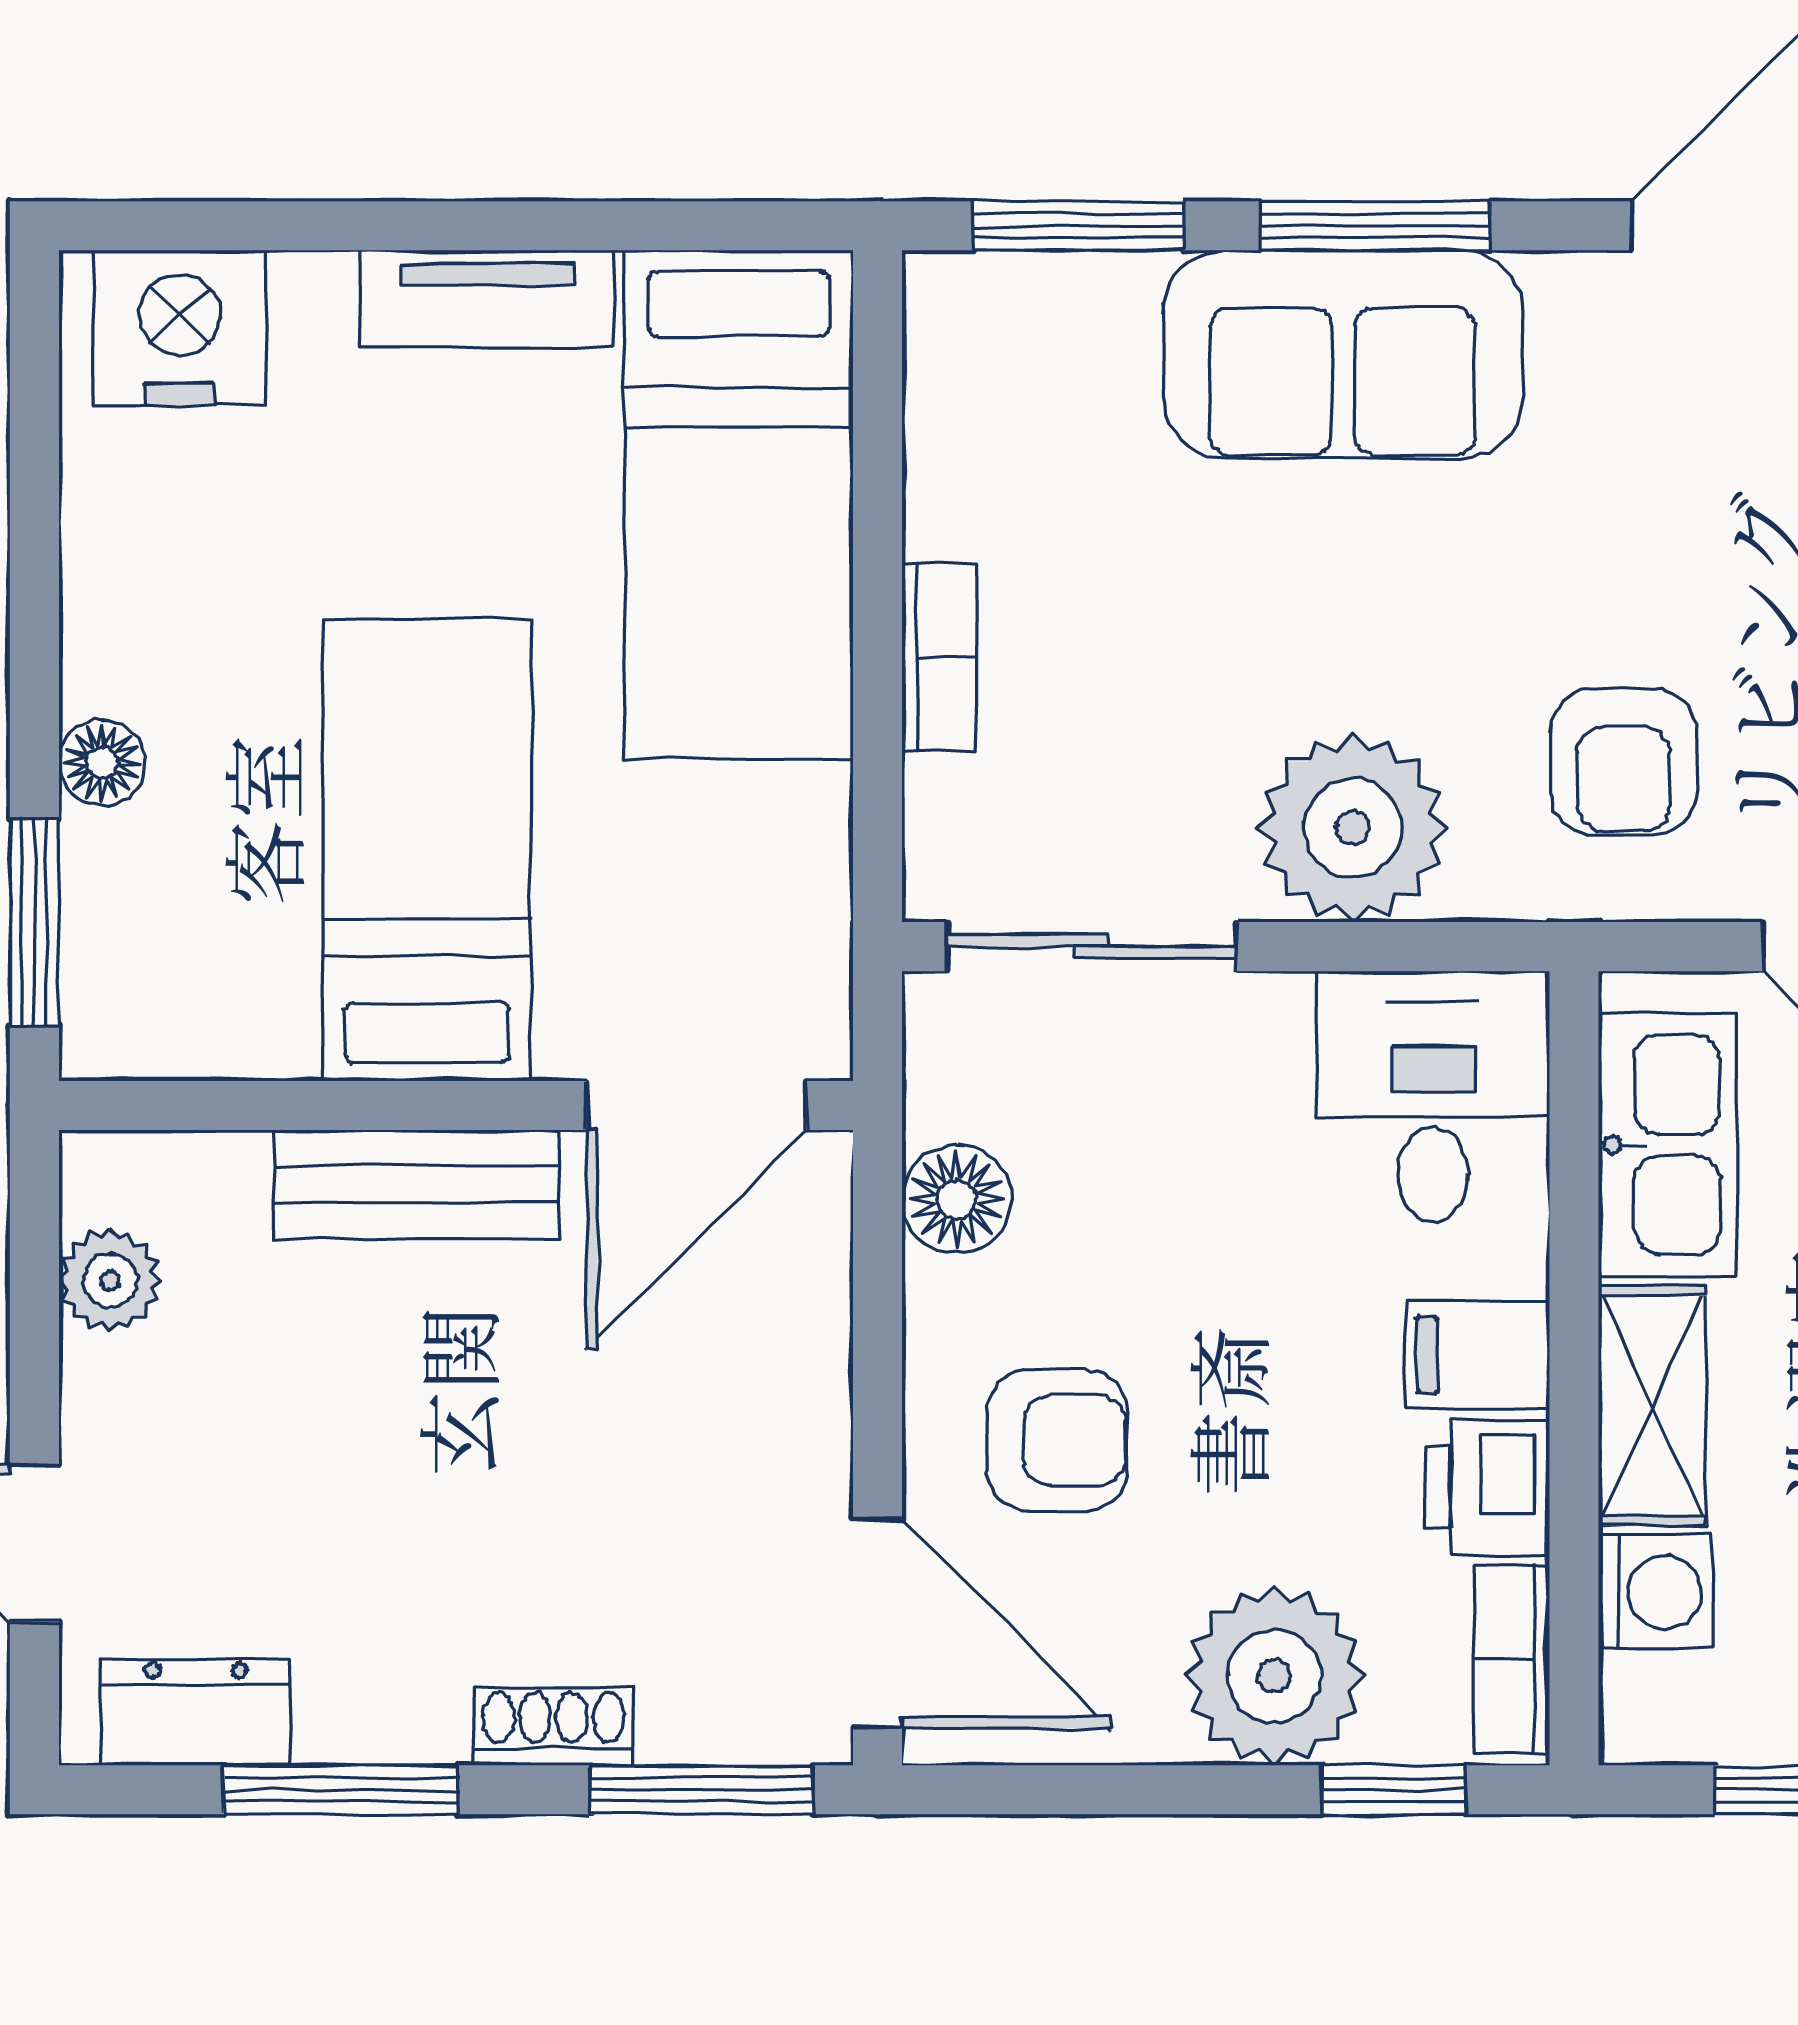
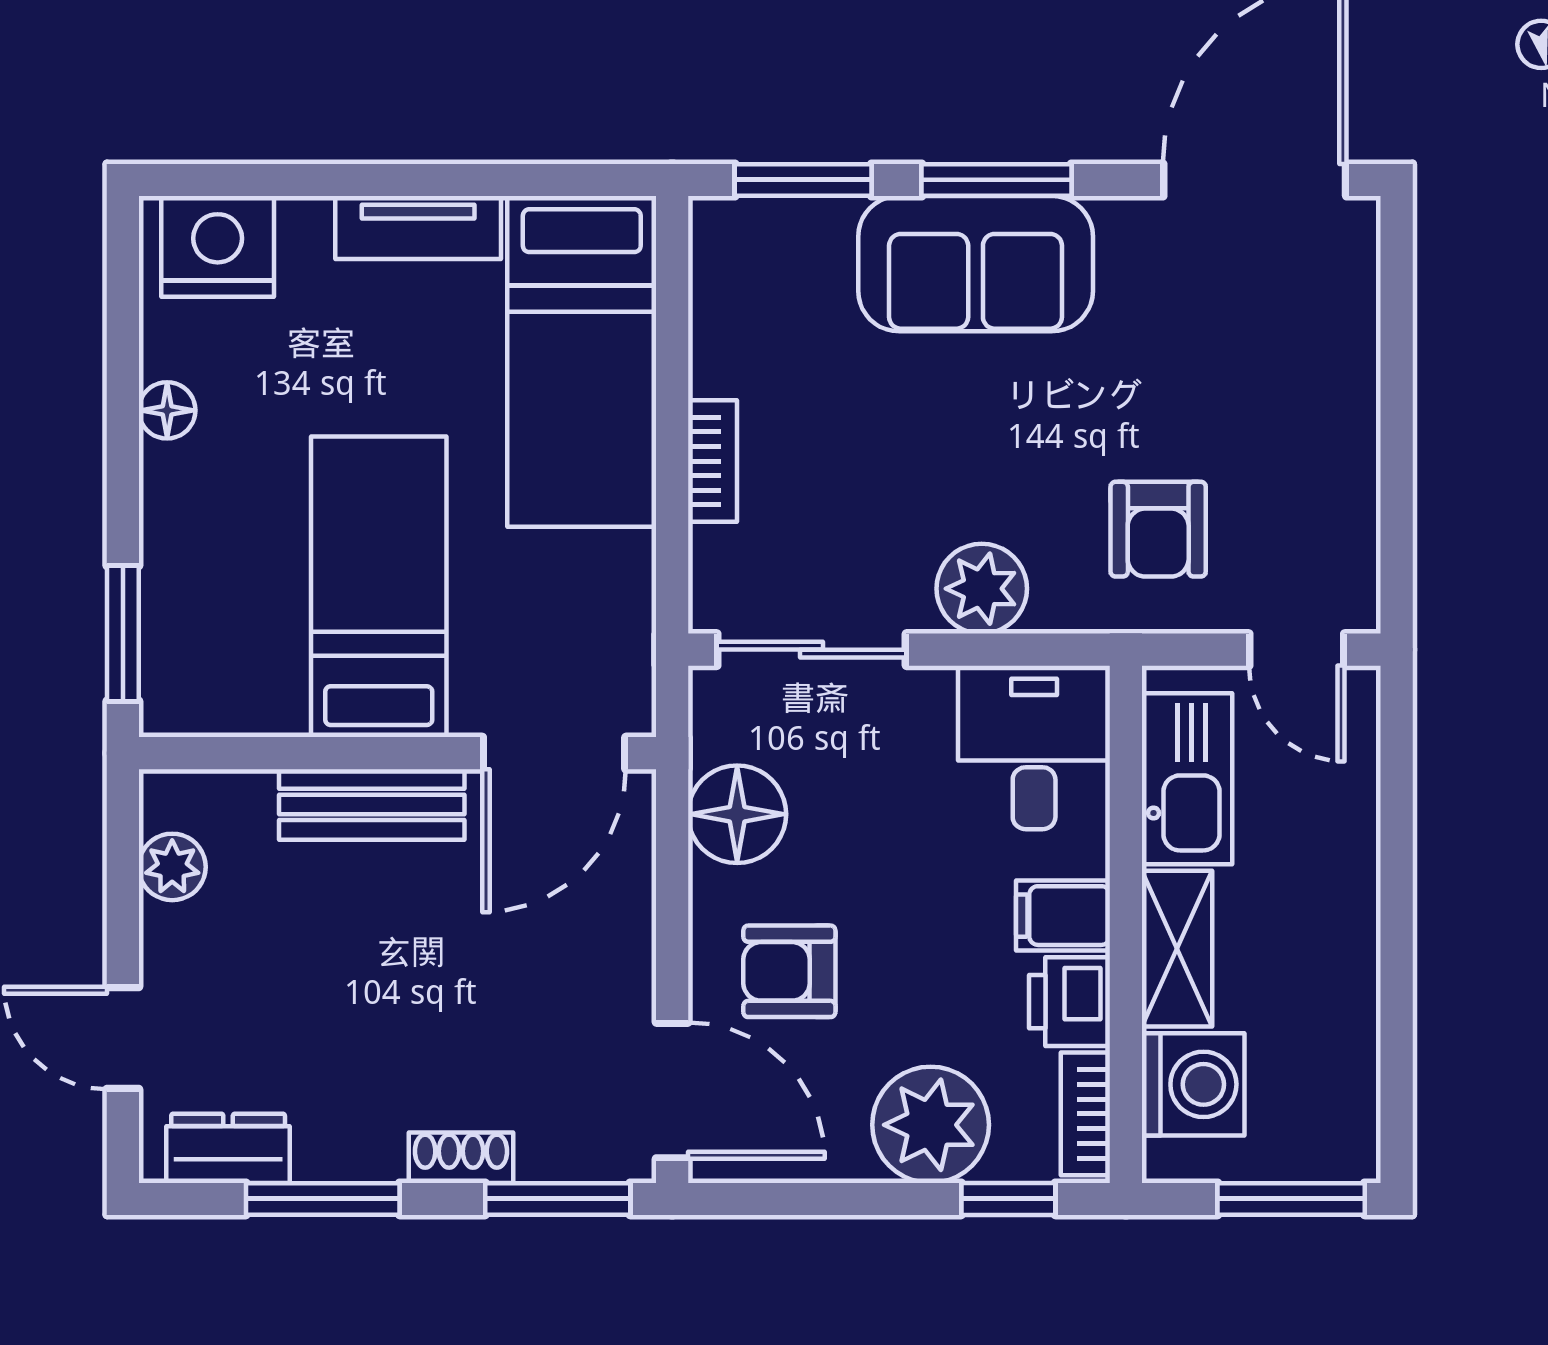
floor lamp: (102, 763) -> (167, 410), moved
plant: (1353, 828) -> (982, 589), width x0.73, depth x0.73
floor lamp: (957, 1199) -> (737, 814), width x1.38, depth x1.38
armchair: (1057, 1440) -> (789, 971), turned 180
washing machine: (1656, 1592) -> (1193, 1084), width x1.38, depth x1.38

